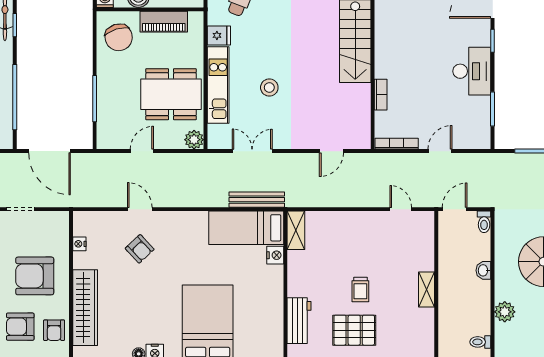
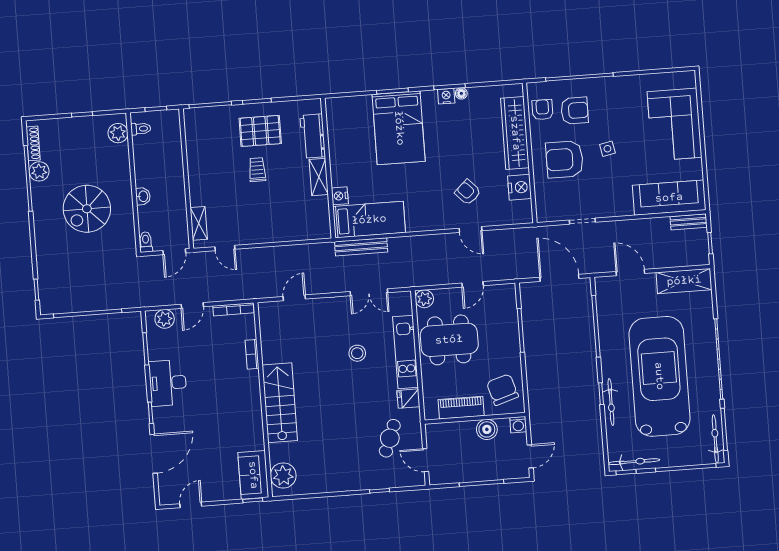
plant: (470, 139) -> (165, 319), added
shelving: (296, 230) -> (319, 177), moved
nightstand: (79, 244) -> (519, 187), width x1.89, depth x1.79
armchair: (35, 276) -> (565, 159), turned 180
shelving: (426, 290) -> (199, 223), moved
plant: (505, 312) -> (118, 133), moved

